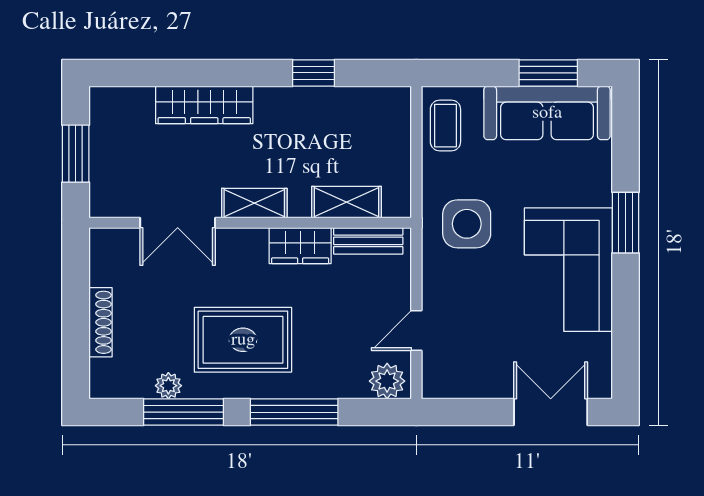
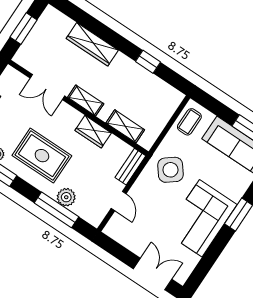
side table: (467, 224) -> (170, 170), turned -38
bench: (368, 241) -> (130, 167), moved, turned 90
door: (416, 330) -> (119, 201), swing flipped
plant: (387, 381) -> (66, 197), moved
window: (294, 412) -> (57, 210), moved

